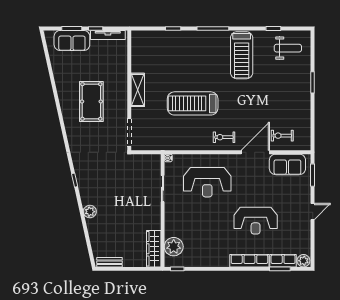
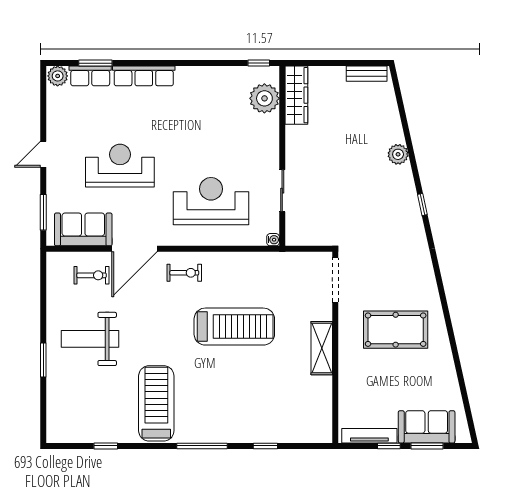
weight bench: (288, 48) -> (90, 339), moved, width x1.36, depth x1.33
pool table: (91, 101) -> (396, 330), turned 90
reception desk: (256, 221) -> (120, 166), moved

